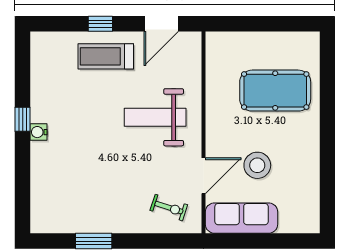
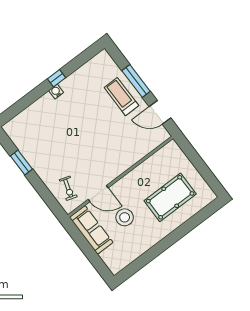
window: (100, 24) -> (136, 81), width x2.17
pool table: (275, 91) -> (170, 197), turned 90
weight bench: (155, 117) -> (109, 146), removed

